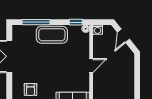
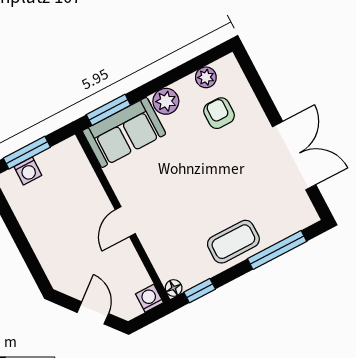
coffee table: (52, 35) -> (233, 242), width x0.73, depth x0.76

